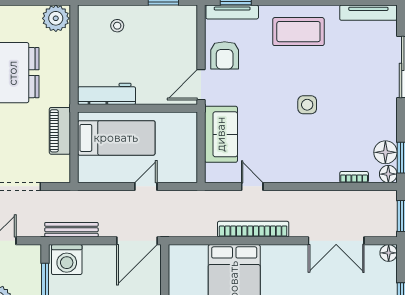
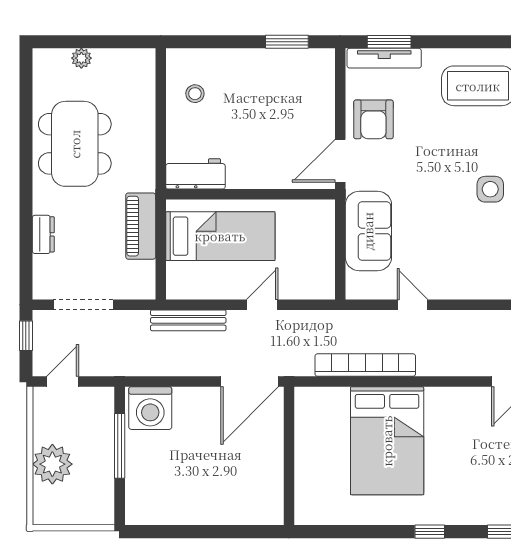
plant: (56, 18) -> (81, 58), moved, width x0.53, depth x0.53
stool: (117, 26) -> (195, 94), moved
workbench: (107, 94) -> (195, 174), width x0.73
bookcase: (253, 229) -> (365, 365), moved
bench: (71, 230) -> (188, 320), moved

